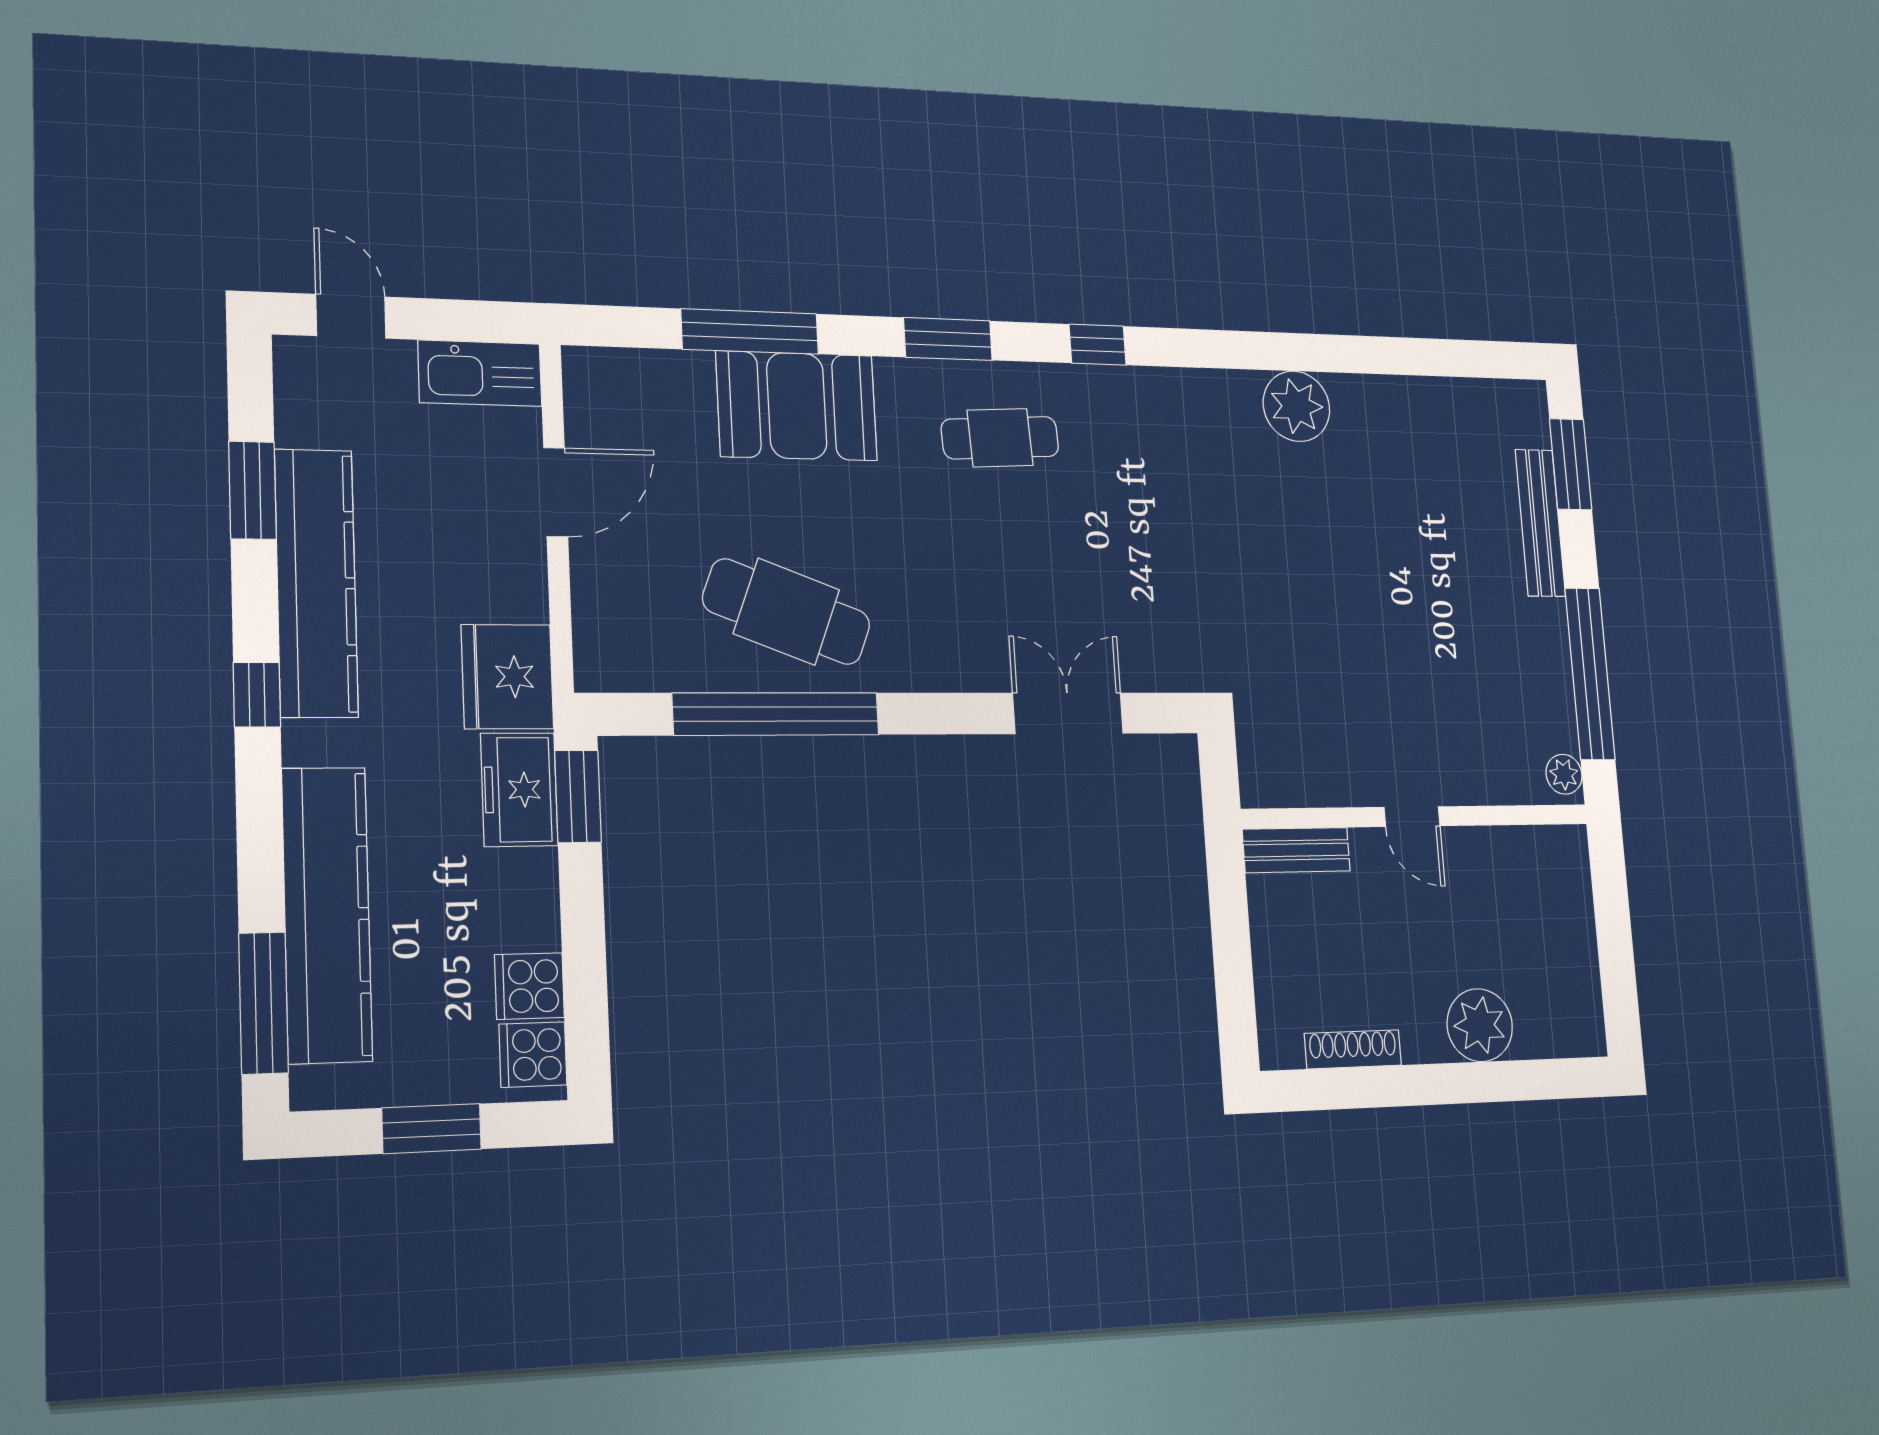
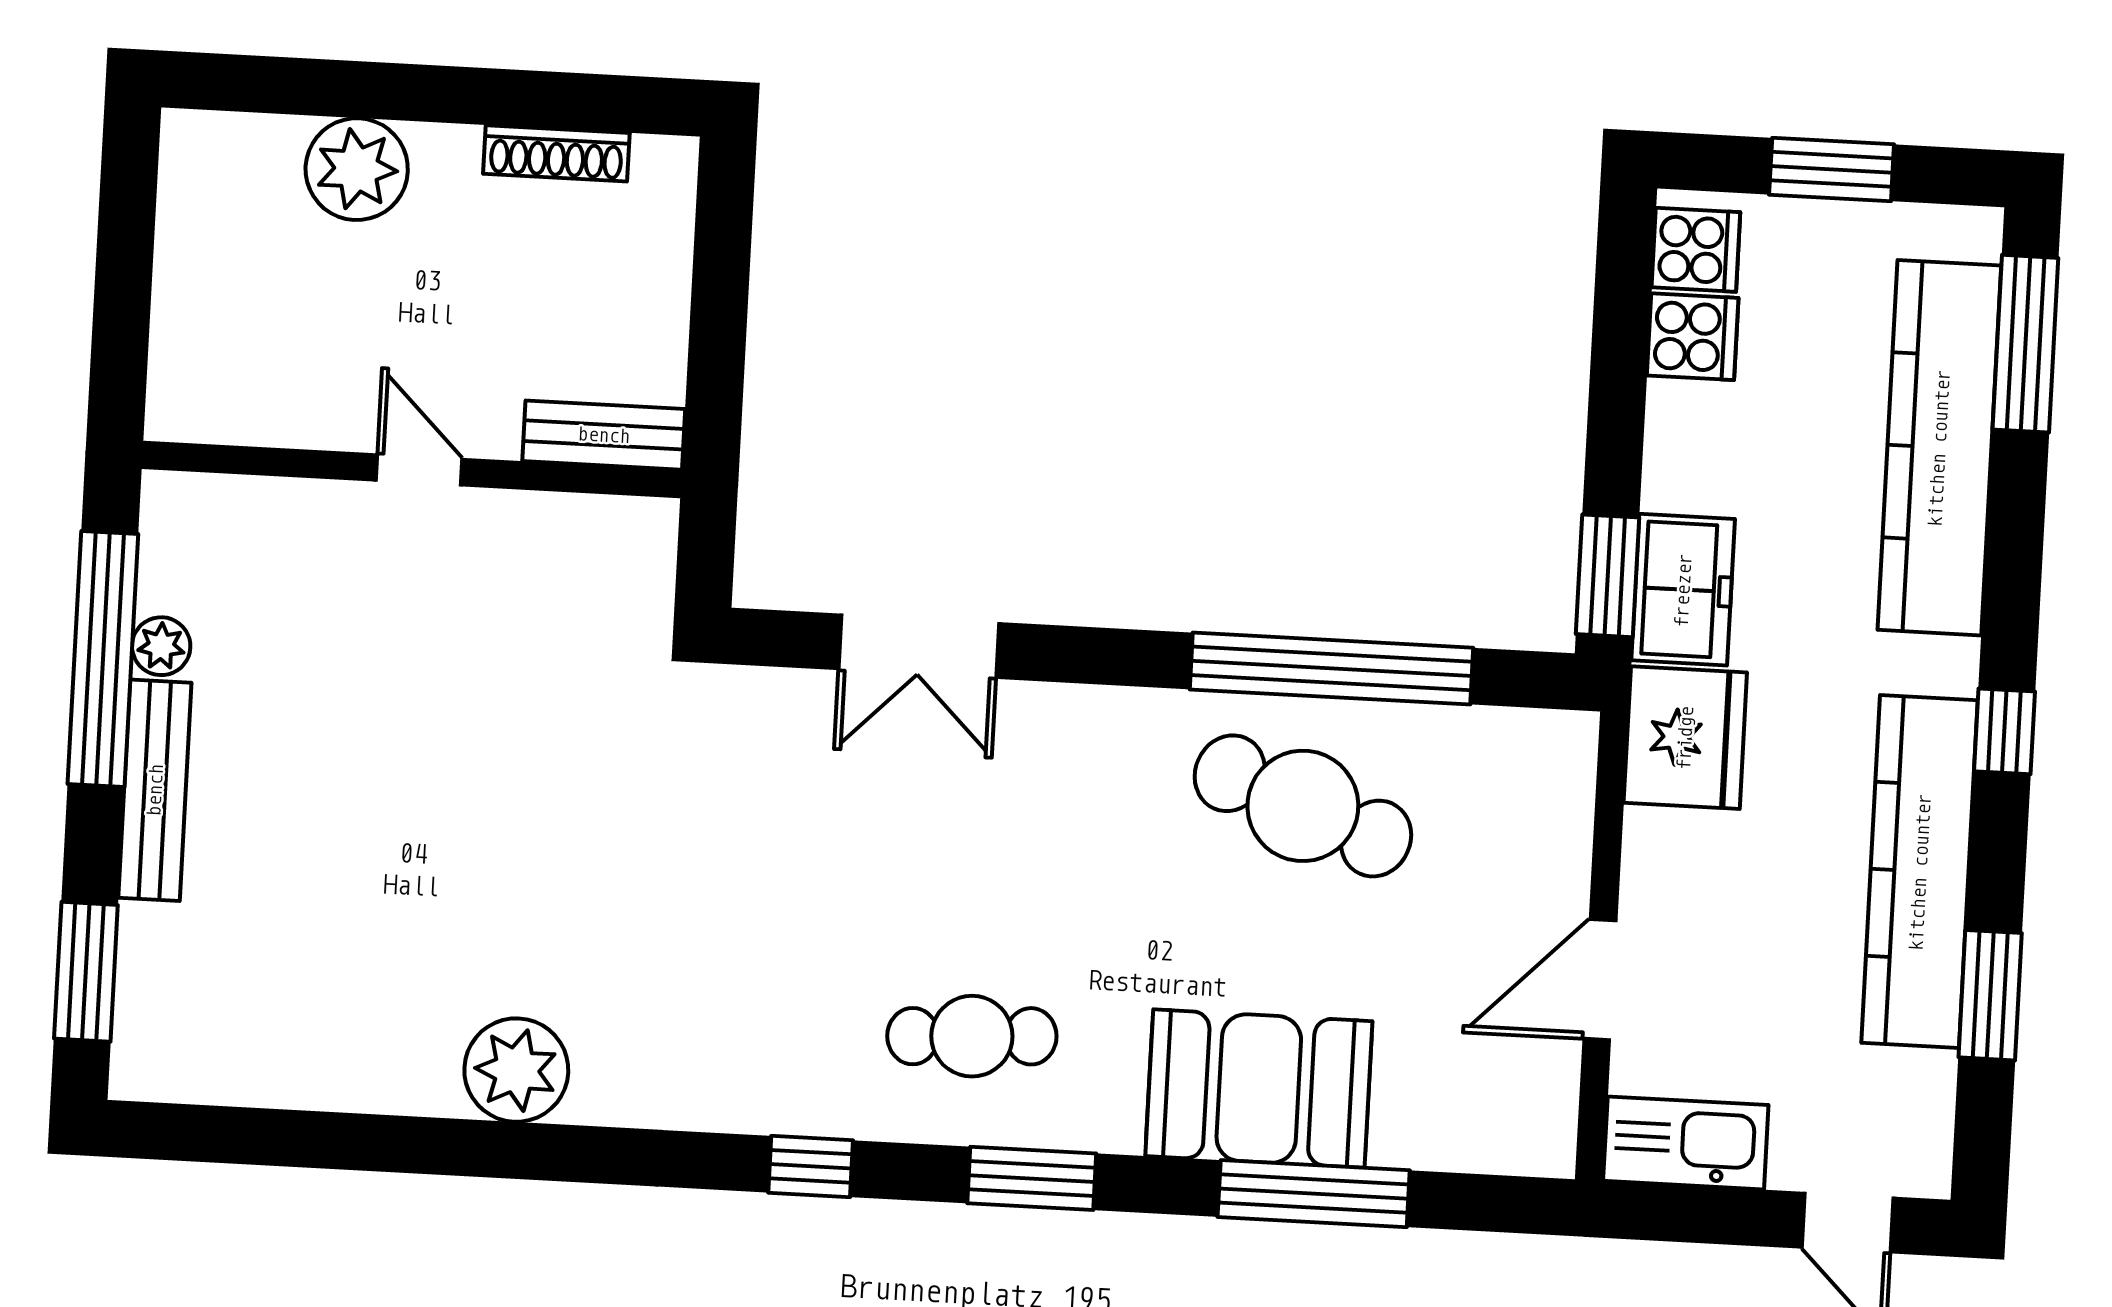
bench: (1540, 523) -> (155, 790), moved
plant: (1564, 774) -> (161, 646), moved

